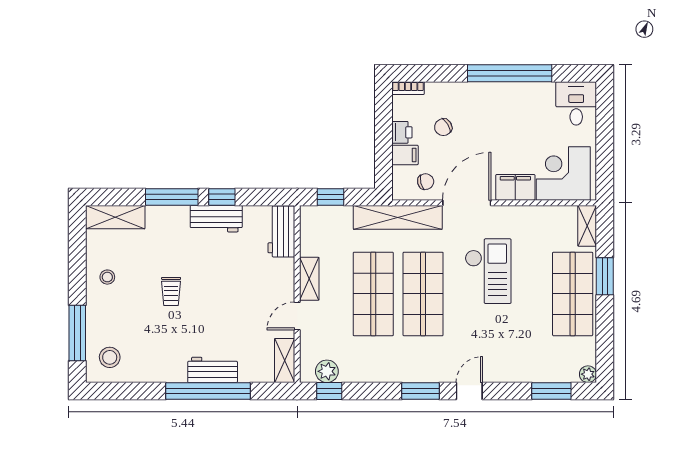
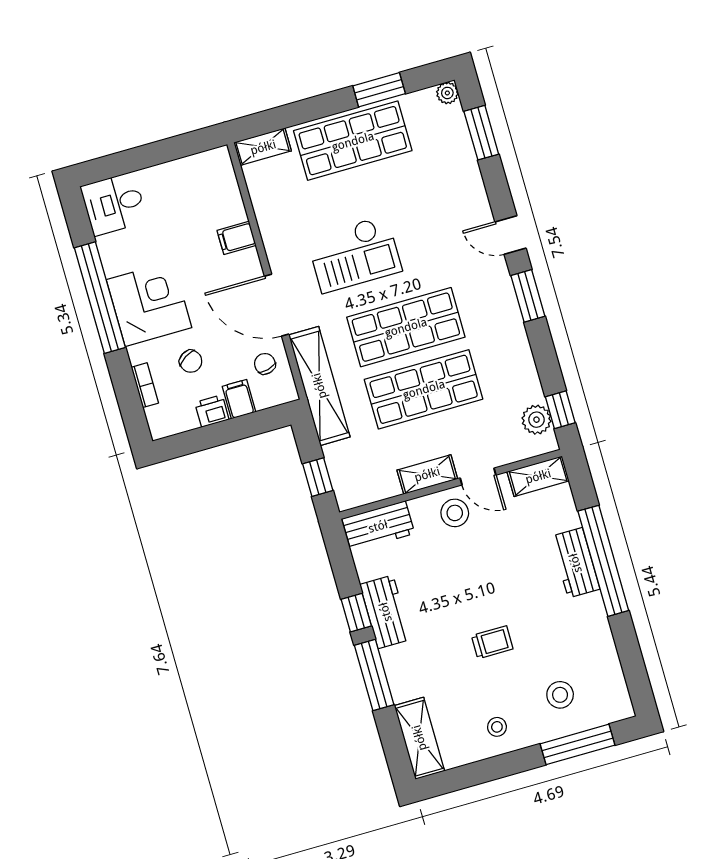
bookcase: (408, 88) -> (145, 385), moved
corner desk: (563, 173) -> (149, 304), moved, turned 180
filing cabinet: (515, 187) -> (237, 238), width x0.50
checkout: (488, 271) -> (354, 254), turned 180
window: (605, 276) -> (379, 90), moved
stool: (275, 291) -> (455, 513), added
stool: (110, 357) -> (560, 695), moved

